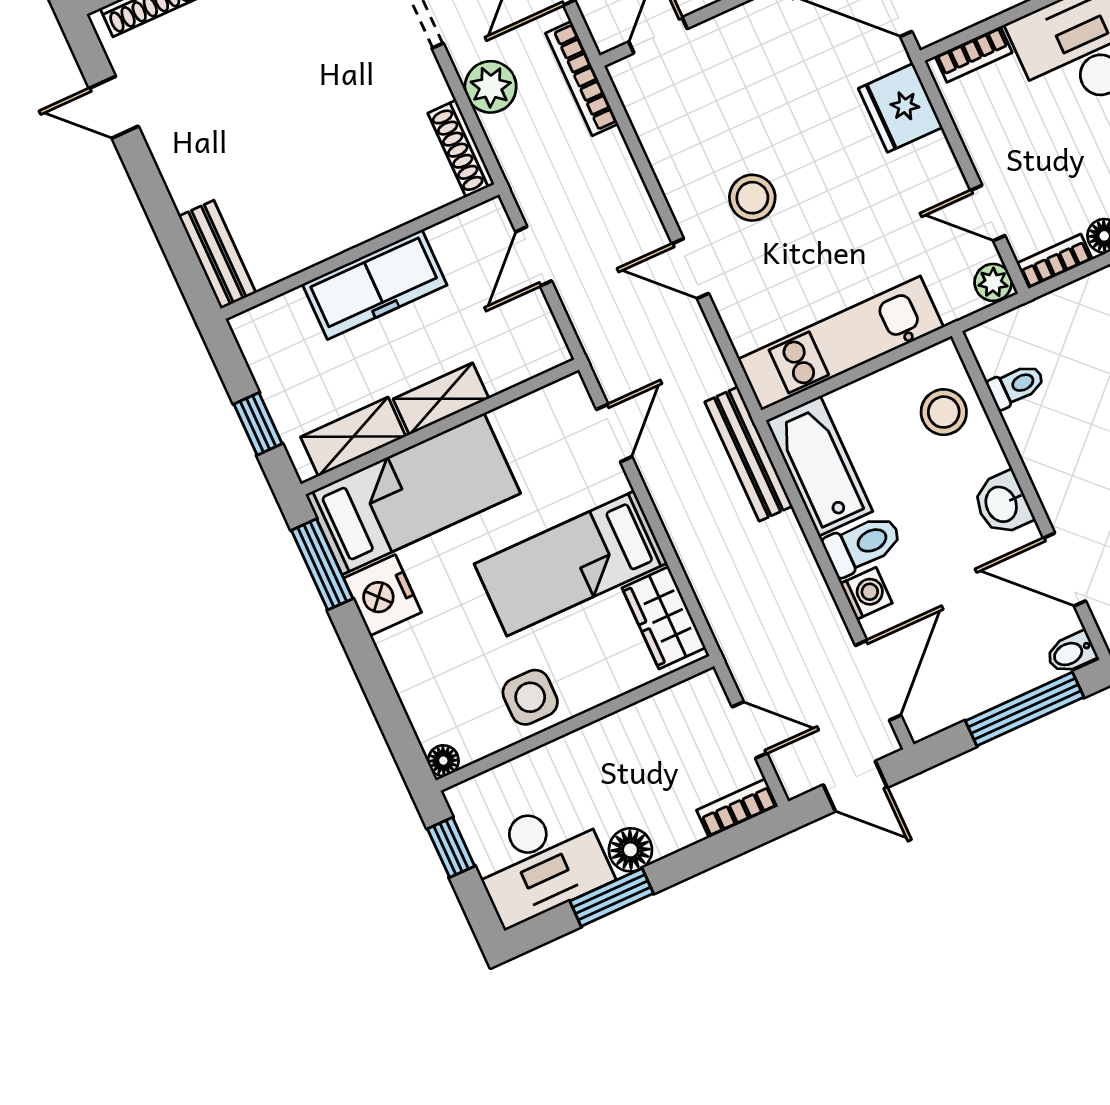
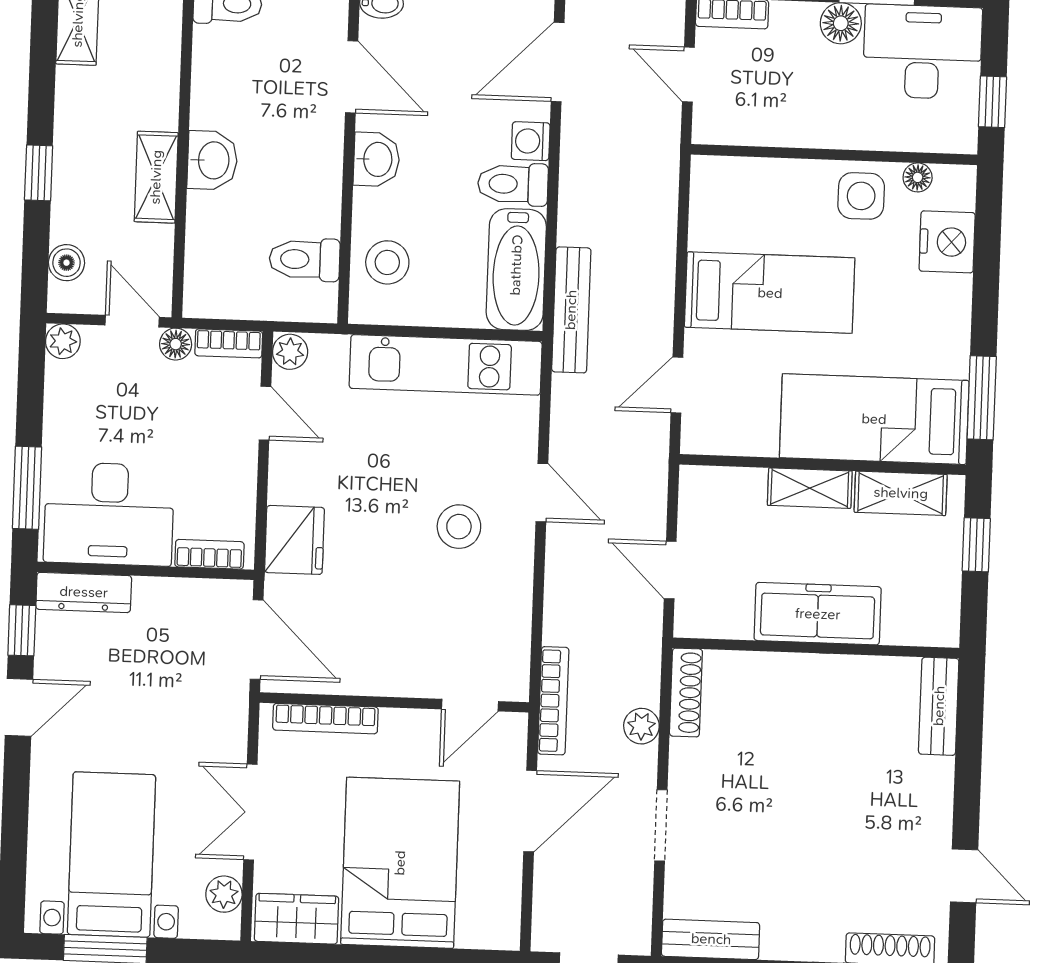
plant: (491, 87) -> (641, 726), width x0.73, depth x0.73
door: (534, 256) -> (670, 570), swing flipped
toilet: (1016, 386) -> (305, 259), width x1.37, depth x1.39
nightstand: (383, 595) -> (947, 242), moved
wardrobe: (664, 618) -> (713, 207), removed
floor lamp: (443, 761) -> (918, 177), moved

